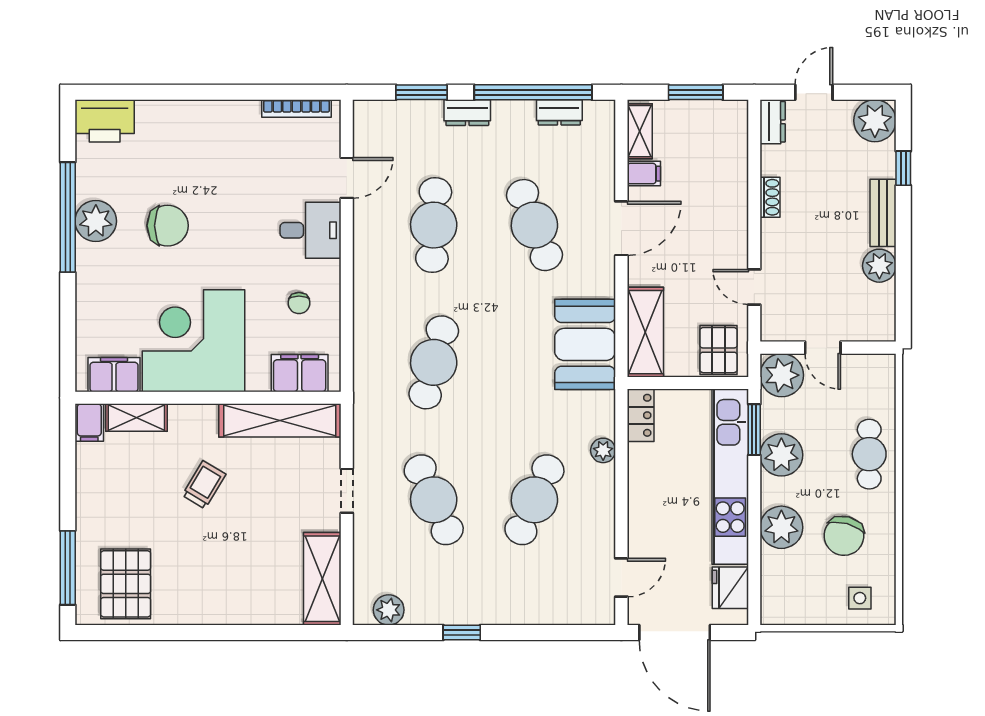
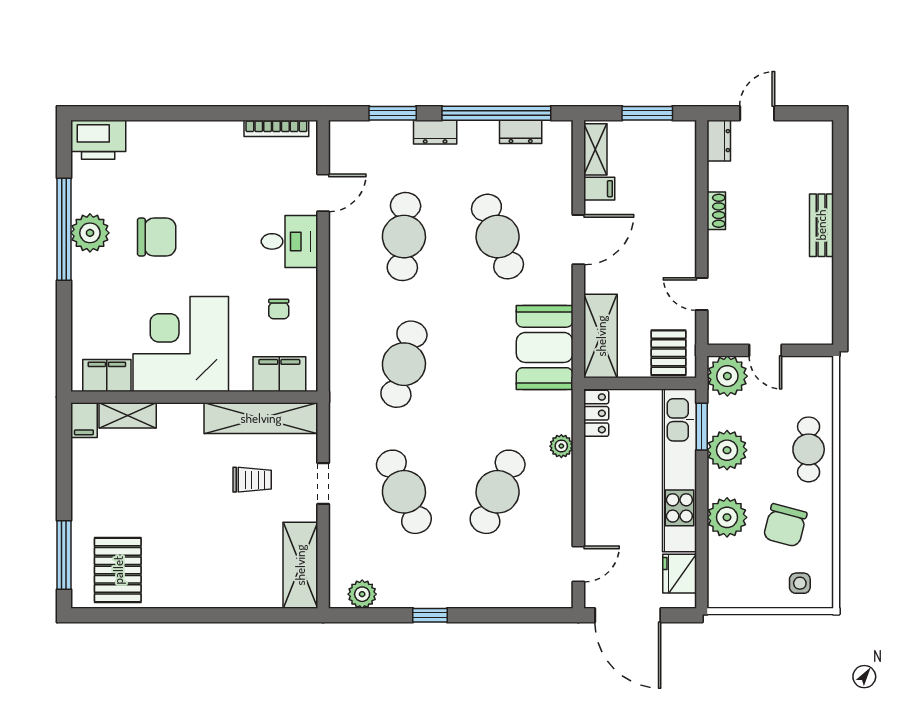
plant: (875, 121) -> (814, 140), removed
window: (903, 168) -> (840, 184), removed
plant: (879, 266) -> (818, 274), removed
trolley: (204, 485) -> (252, 480), moved, turned 59

